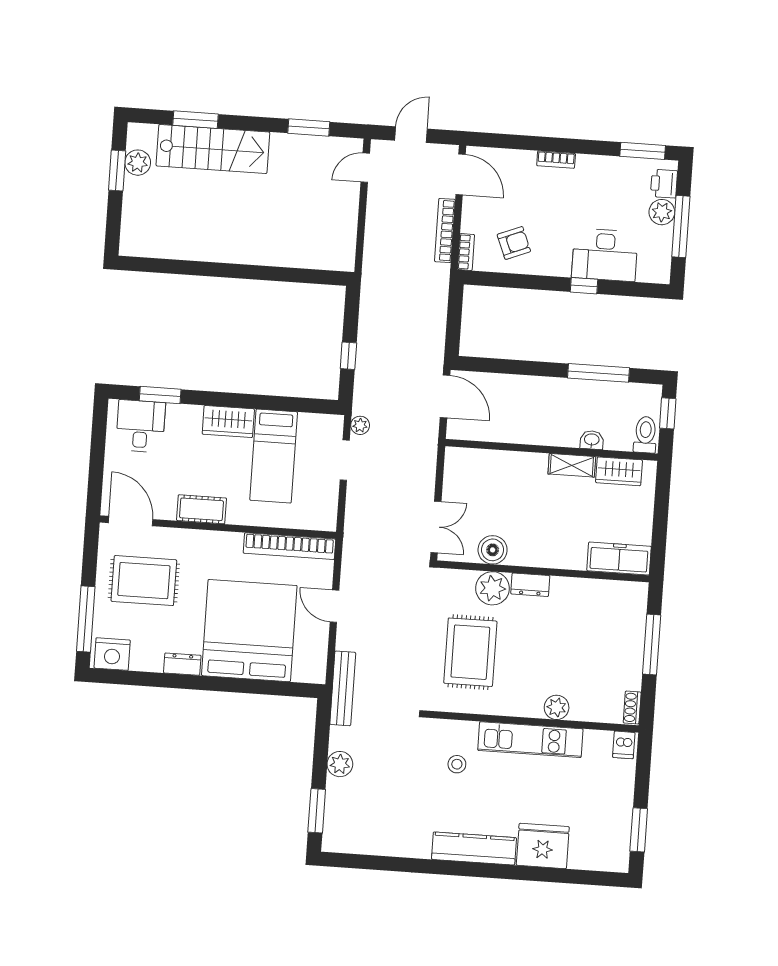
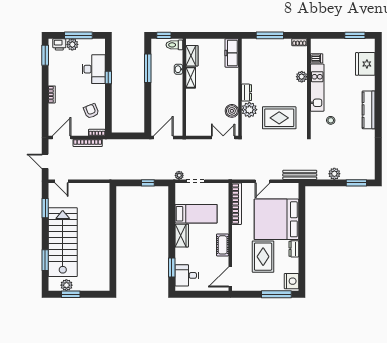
stairs: (213, 149) -> (63, 242), width x1.36, depth x1.51
rug: (144, 581) -> (263, 257), moved
dishwasher: (624, 745) -> (317, 58), moved
fridge: (543, 846) -> (365, 64), moved

